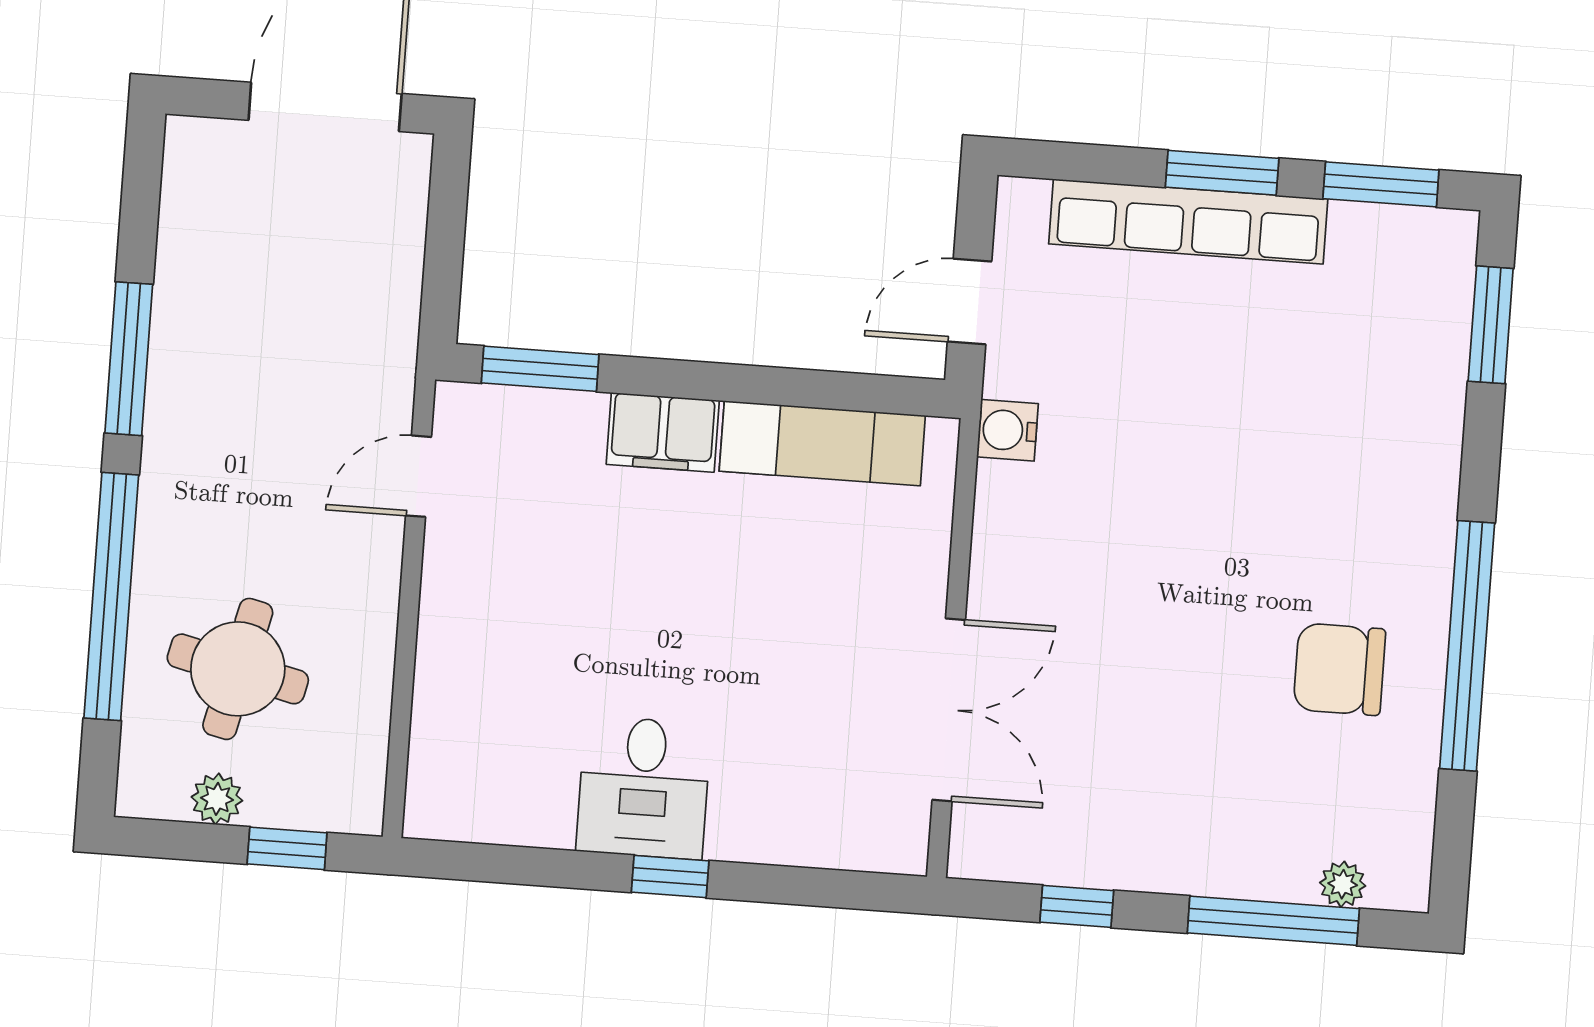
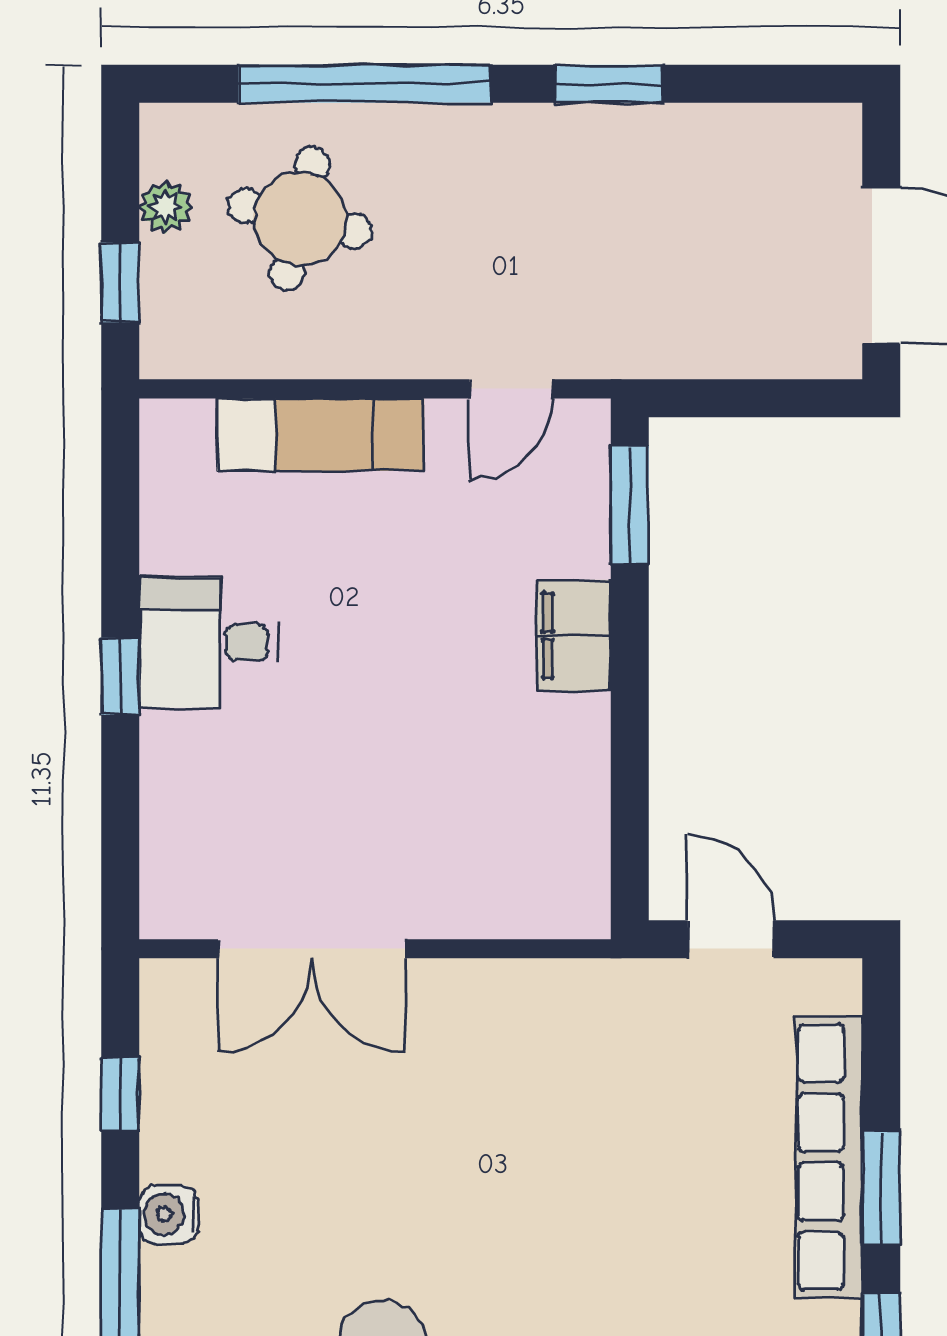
window: (129, 359) -> (609, 84), width x0.69
water cooler: (1007, 430) -> (169, 1214), moved, turned -90
exam couch: (822, 443) -> (321, 435), moved, turned -90
door: (418, 476) -> (511, 389), swing flipped

